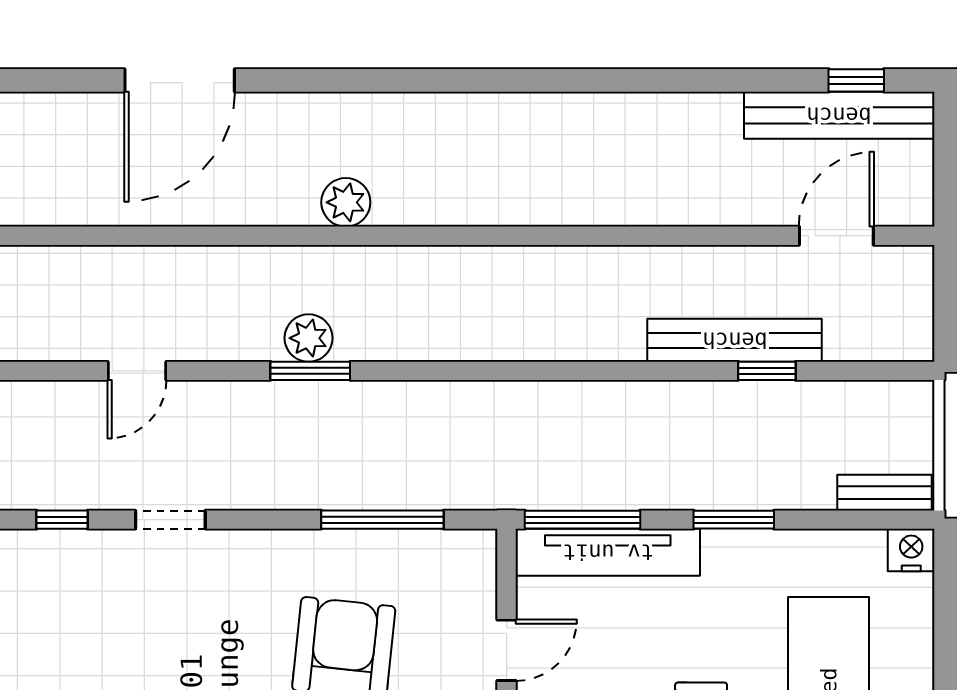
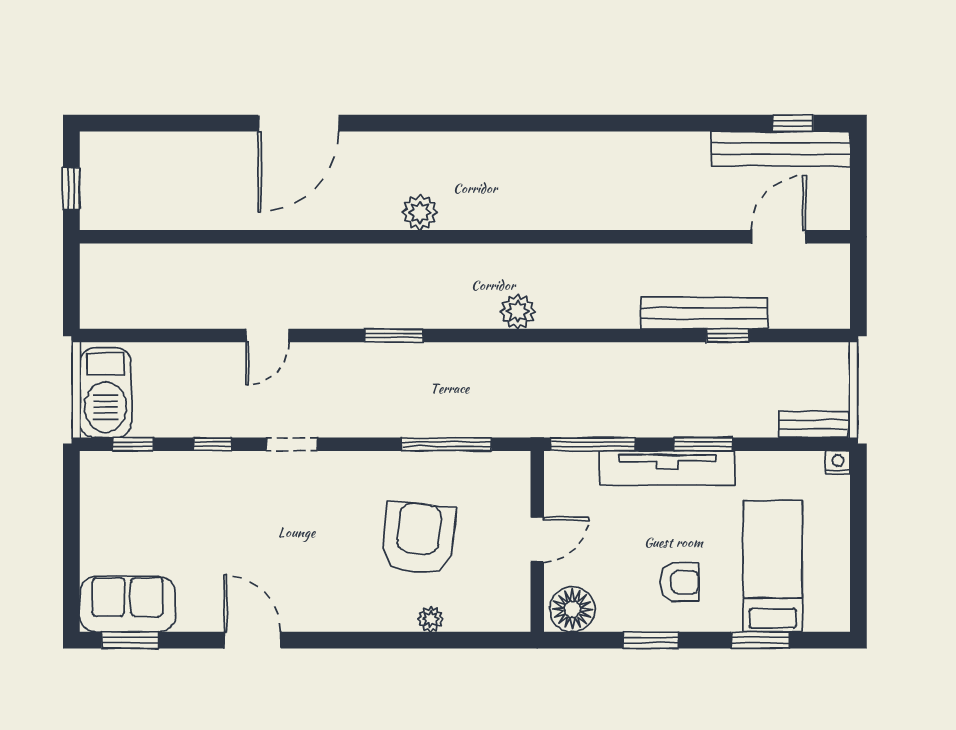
plant: (309, 338) -> (518, 312), moved
nightstand: (911, 550) -> (838, 462), width x0.72, depth x0.74
tv unit: (608, 552) -> (667, 468), moved

